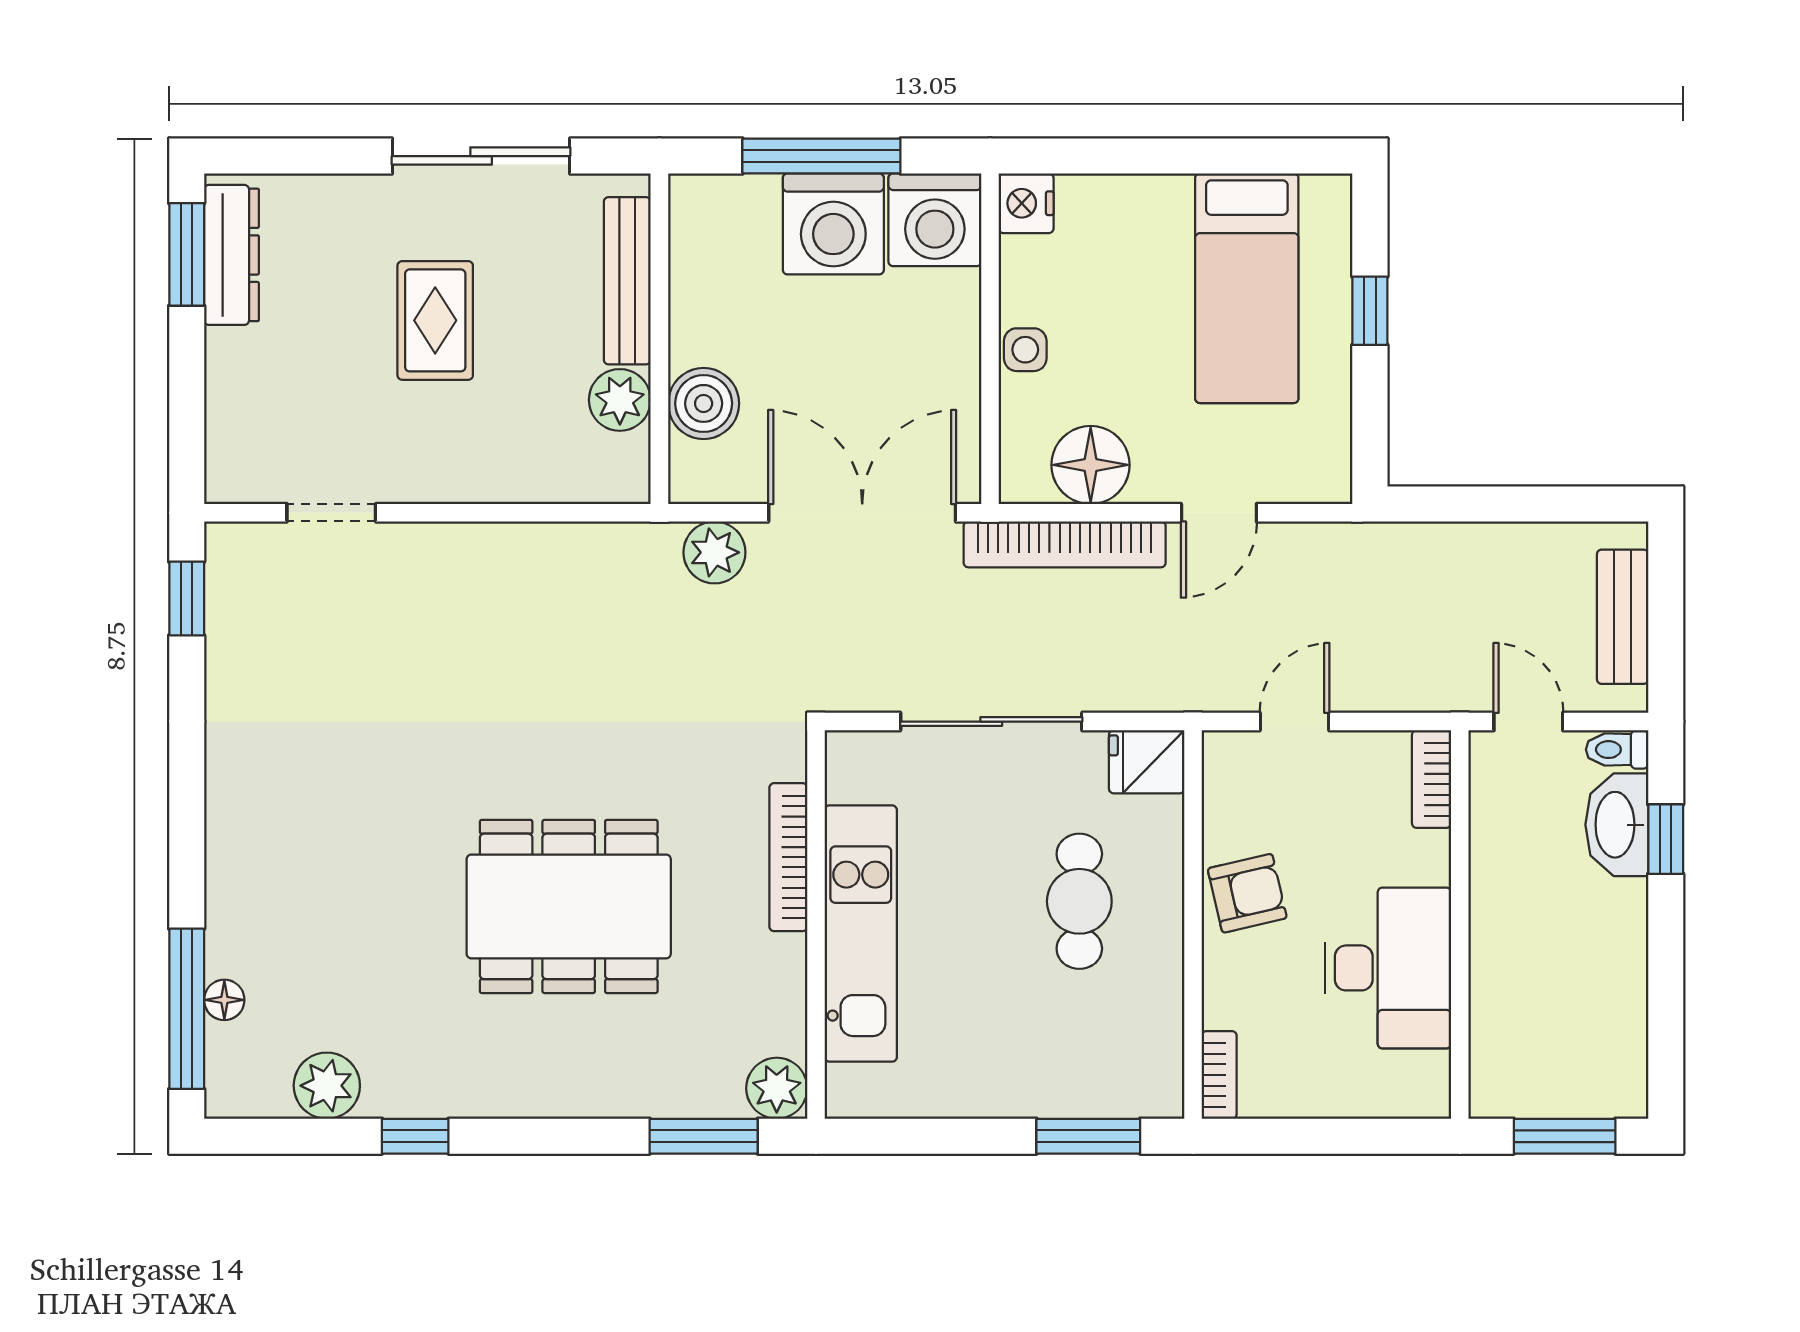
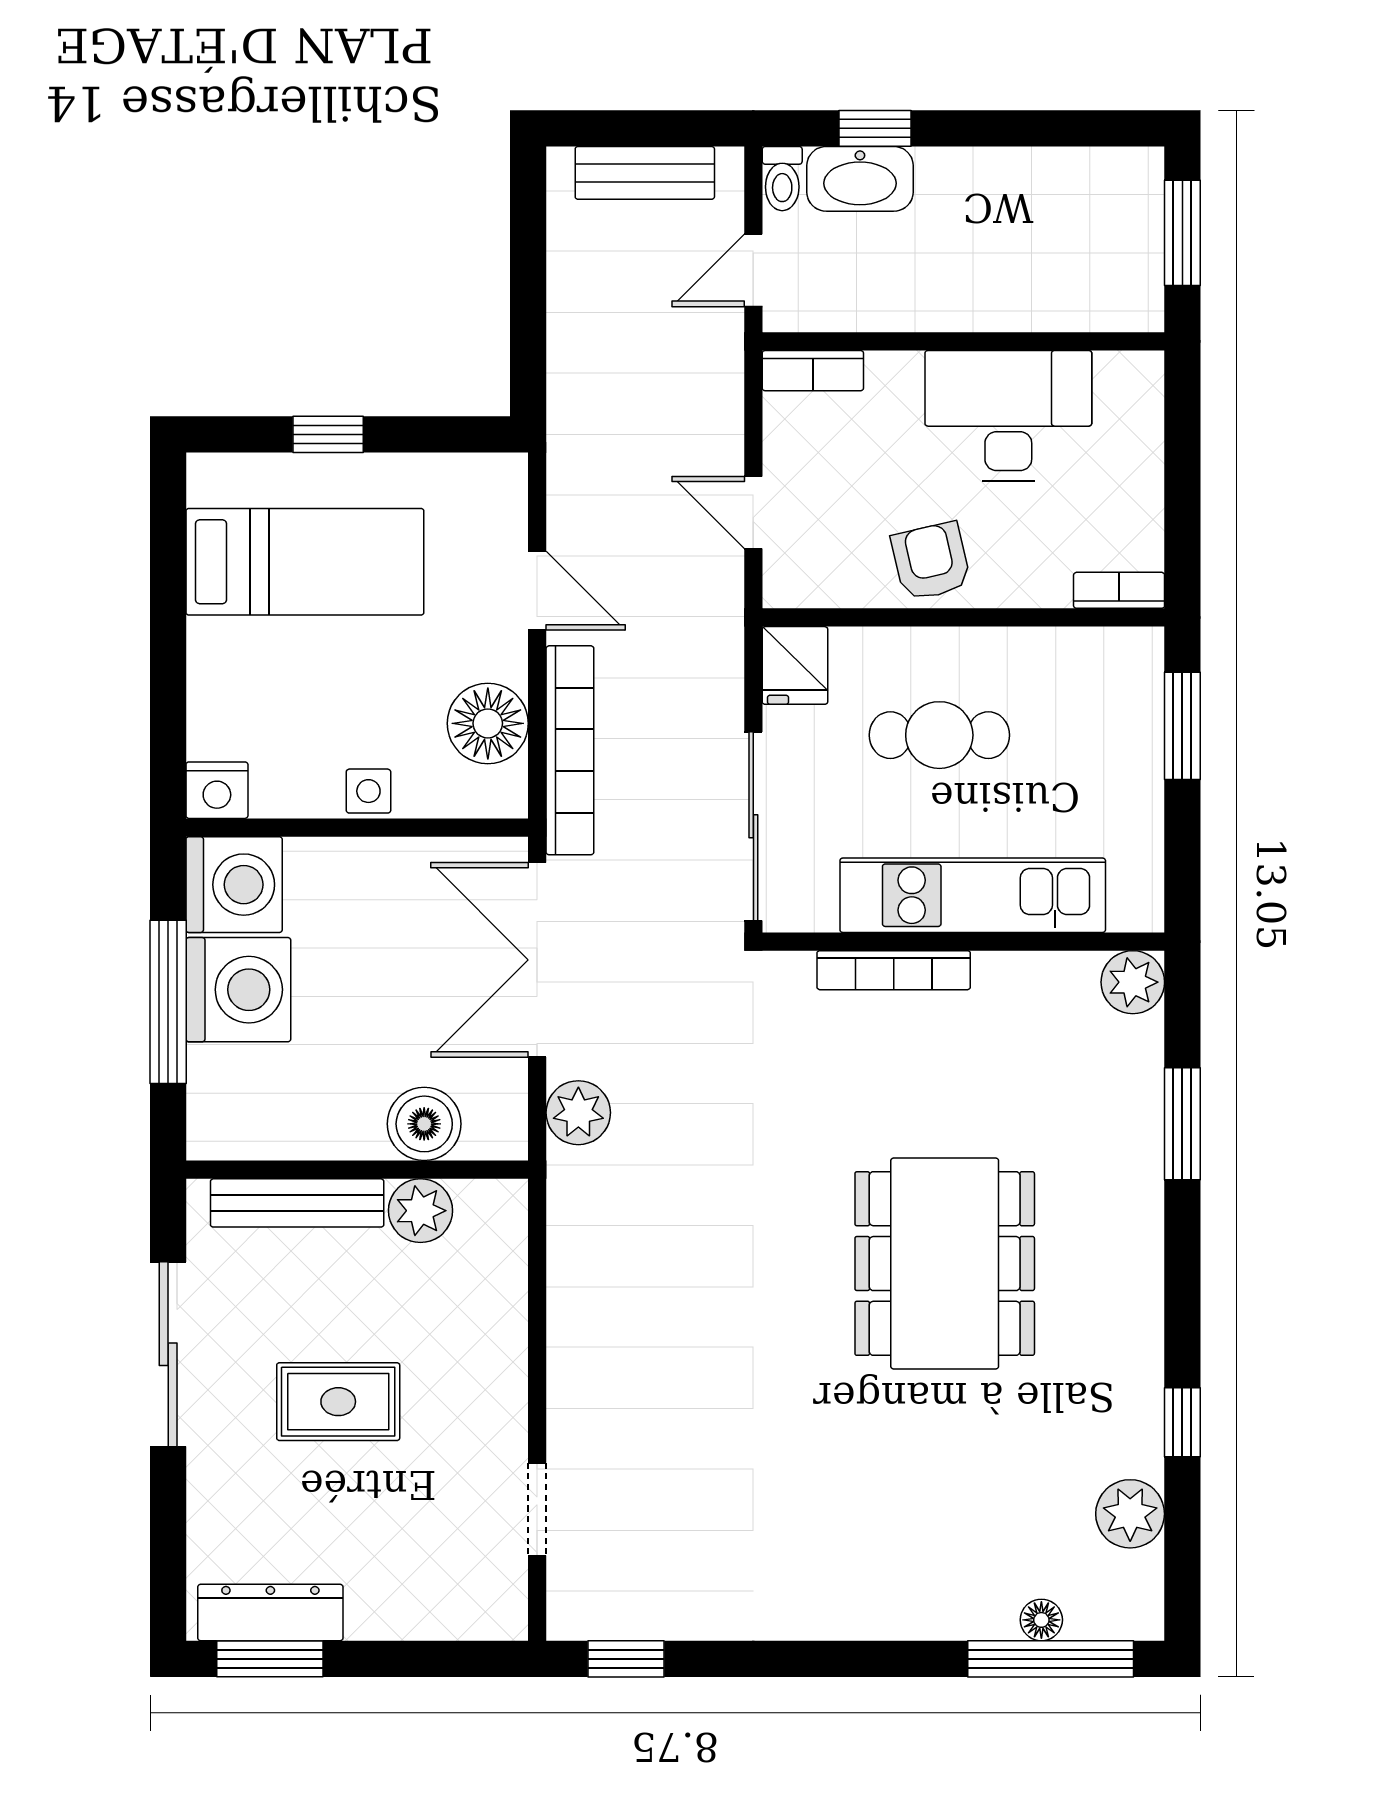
bookcase: (788, 857) -> (894, 970), moved
wall: (816, 925) -> (963, 942), moved
kitchen unit: (861, 934) -> (973, 895), moved
plant: (777, 1088) -> (1133, 982), moved

